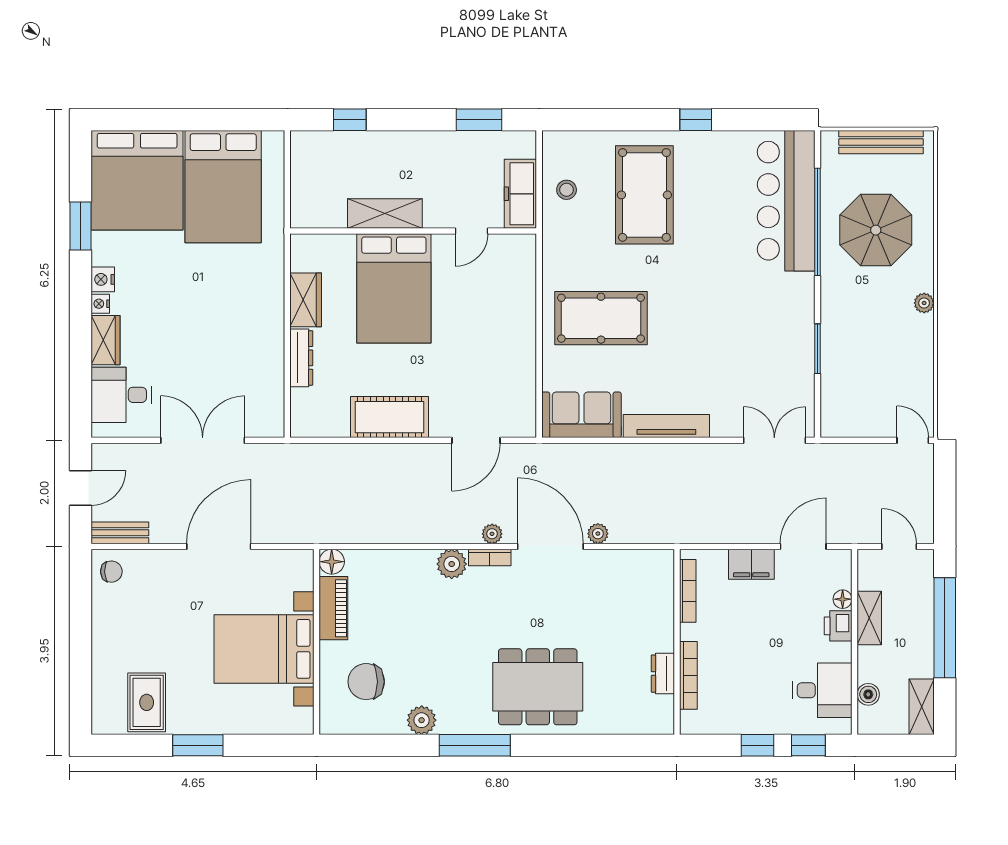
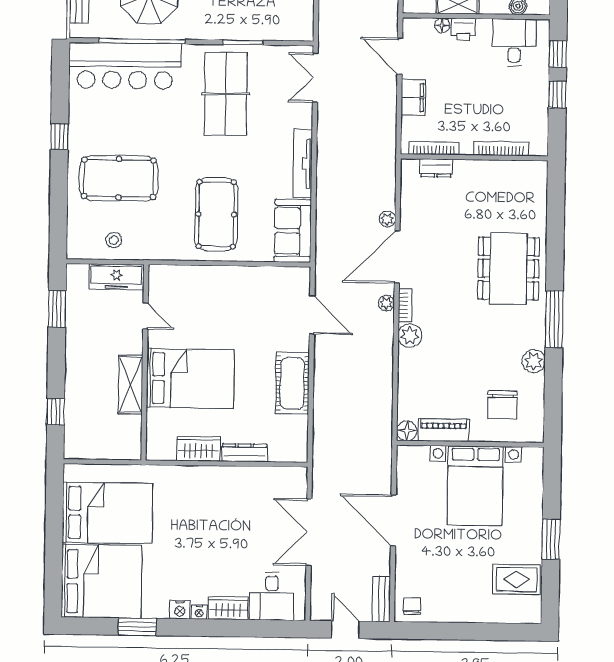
table tennis table: (753, 328) -> (226, 94), added
dresser: (663, 674) -> (436, 168), moved

